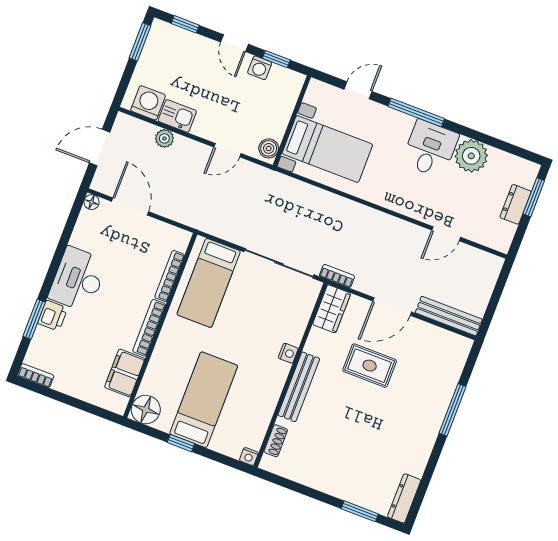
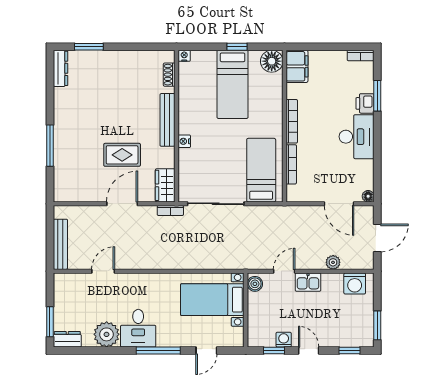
kitchen sink: (177, 116) -> (308, 282), moved
dresser: (515, 204) -> (67, 339), moved, turned -90
bench: (449, 316) -> (60, 244), moved, turned 90
filing cabinet: (125, 373) -> (297, 66), moved

